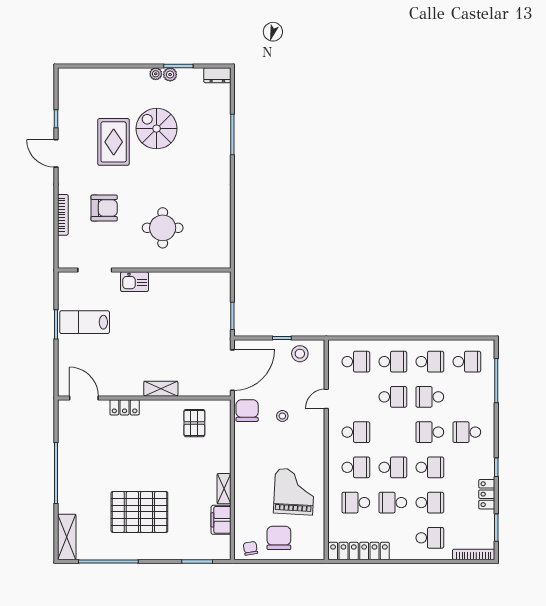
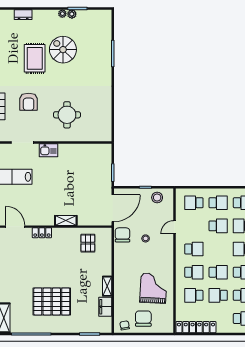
dresser: (217, 75) -> (23, 15), moved
armchair: (104, 208) -> (29, 102), turned 90
school desk: (356, 362) -> (194, 203), turned 180

